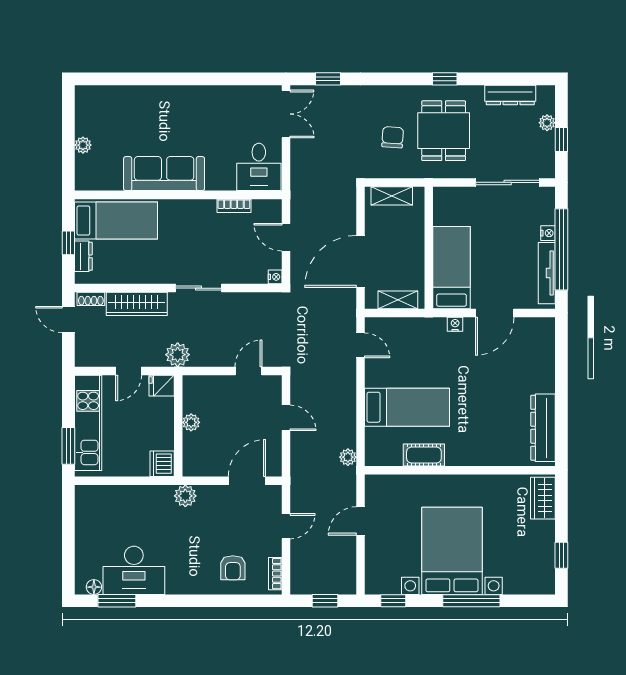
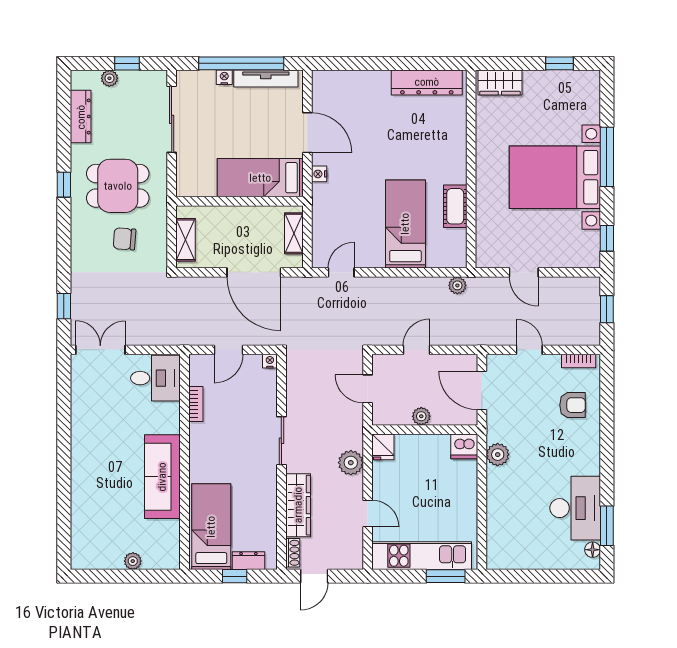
fridge: (162, 386) -> (383, 447), moved
plant: (191, 422) -> (421, 416), moved
wall: (178, 426) -> (425, 430), moved
dishwasher: (162, 464) -> (464, 446), moved

